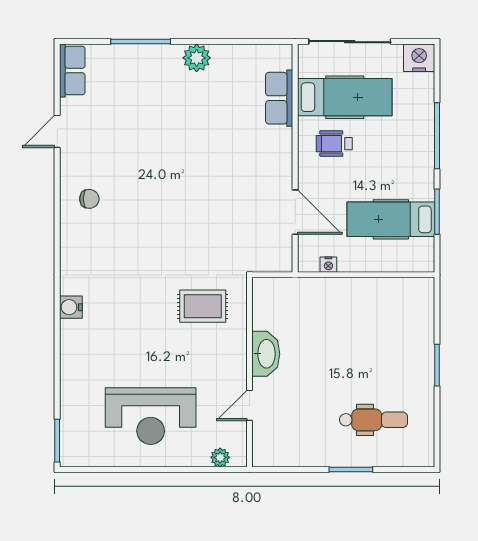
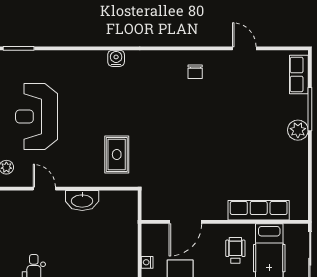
plant: (197, 58) -> (298, 130), moved
row of seats: (72, 71) -> (299, 74), moved, turned 90
row of seats: (279, 98) -> (259, 210), width x1.48
nightstand: (328, 265) -> (147, 262), moved

